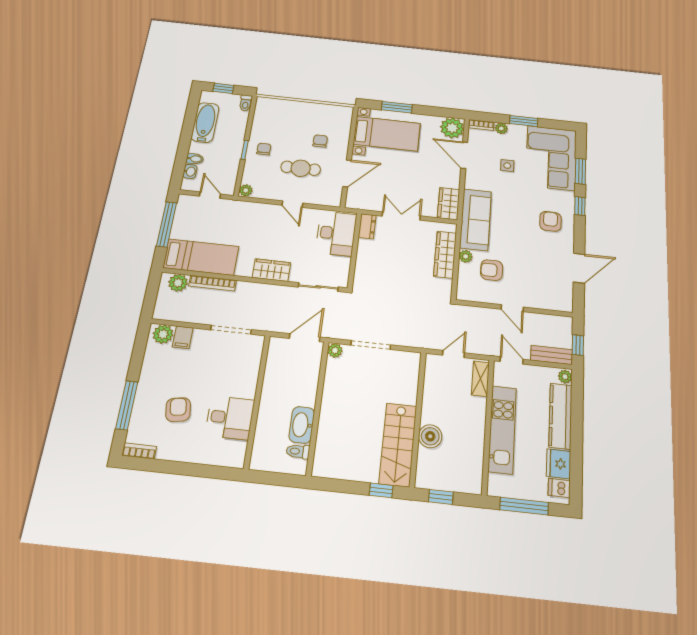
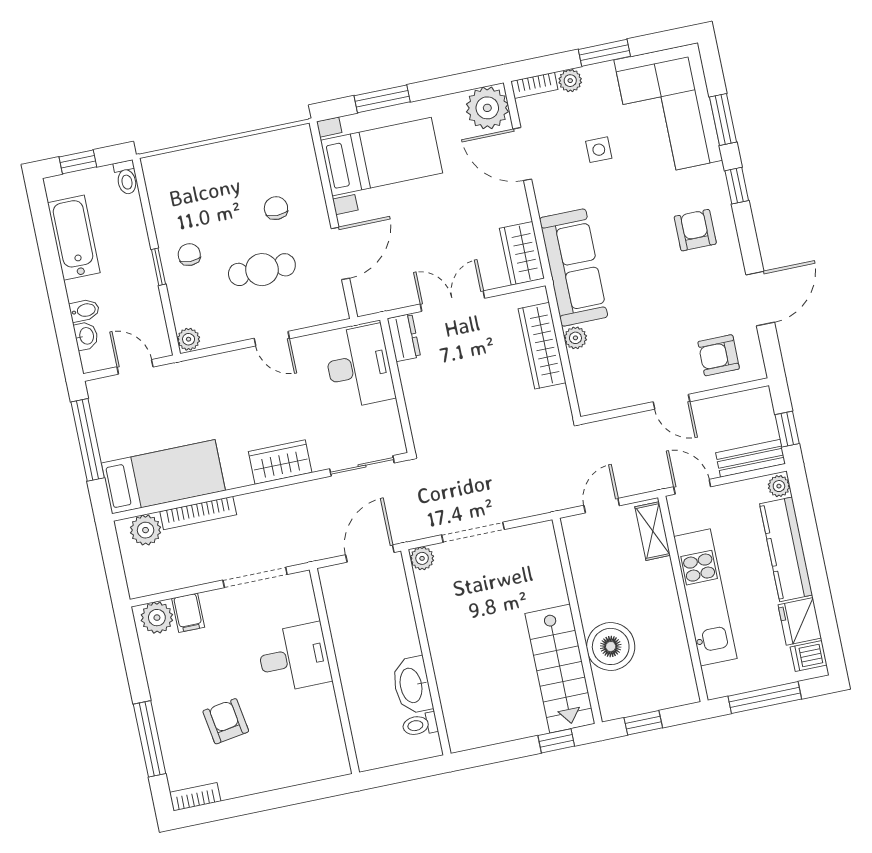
armchair: (492, 270) -> (719, 355), moved
desk: (230, 418) -> (294, 658), moved
boiler: (430, 436) -> (611, 646), width x1.37, depth x1.37

